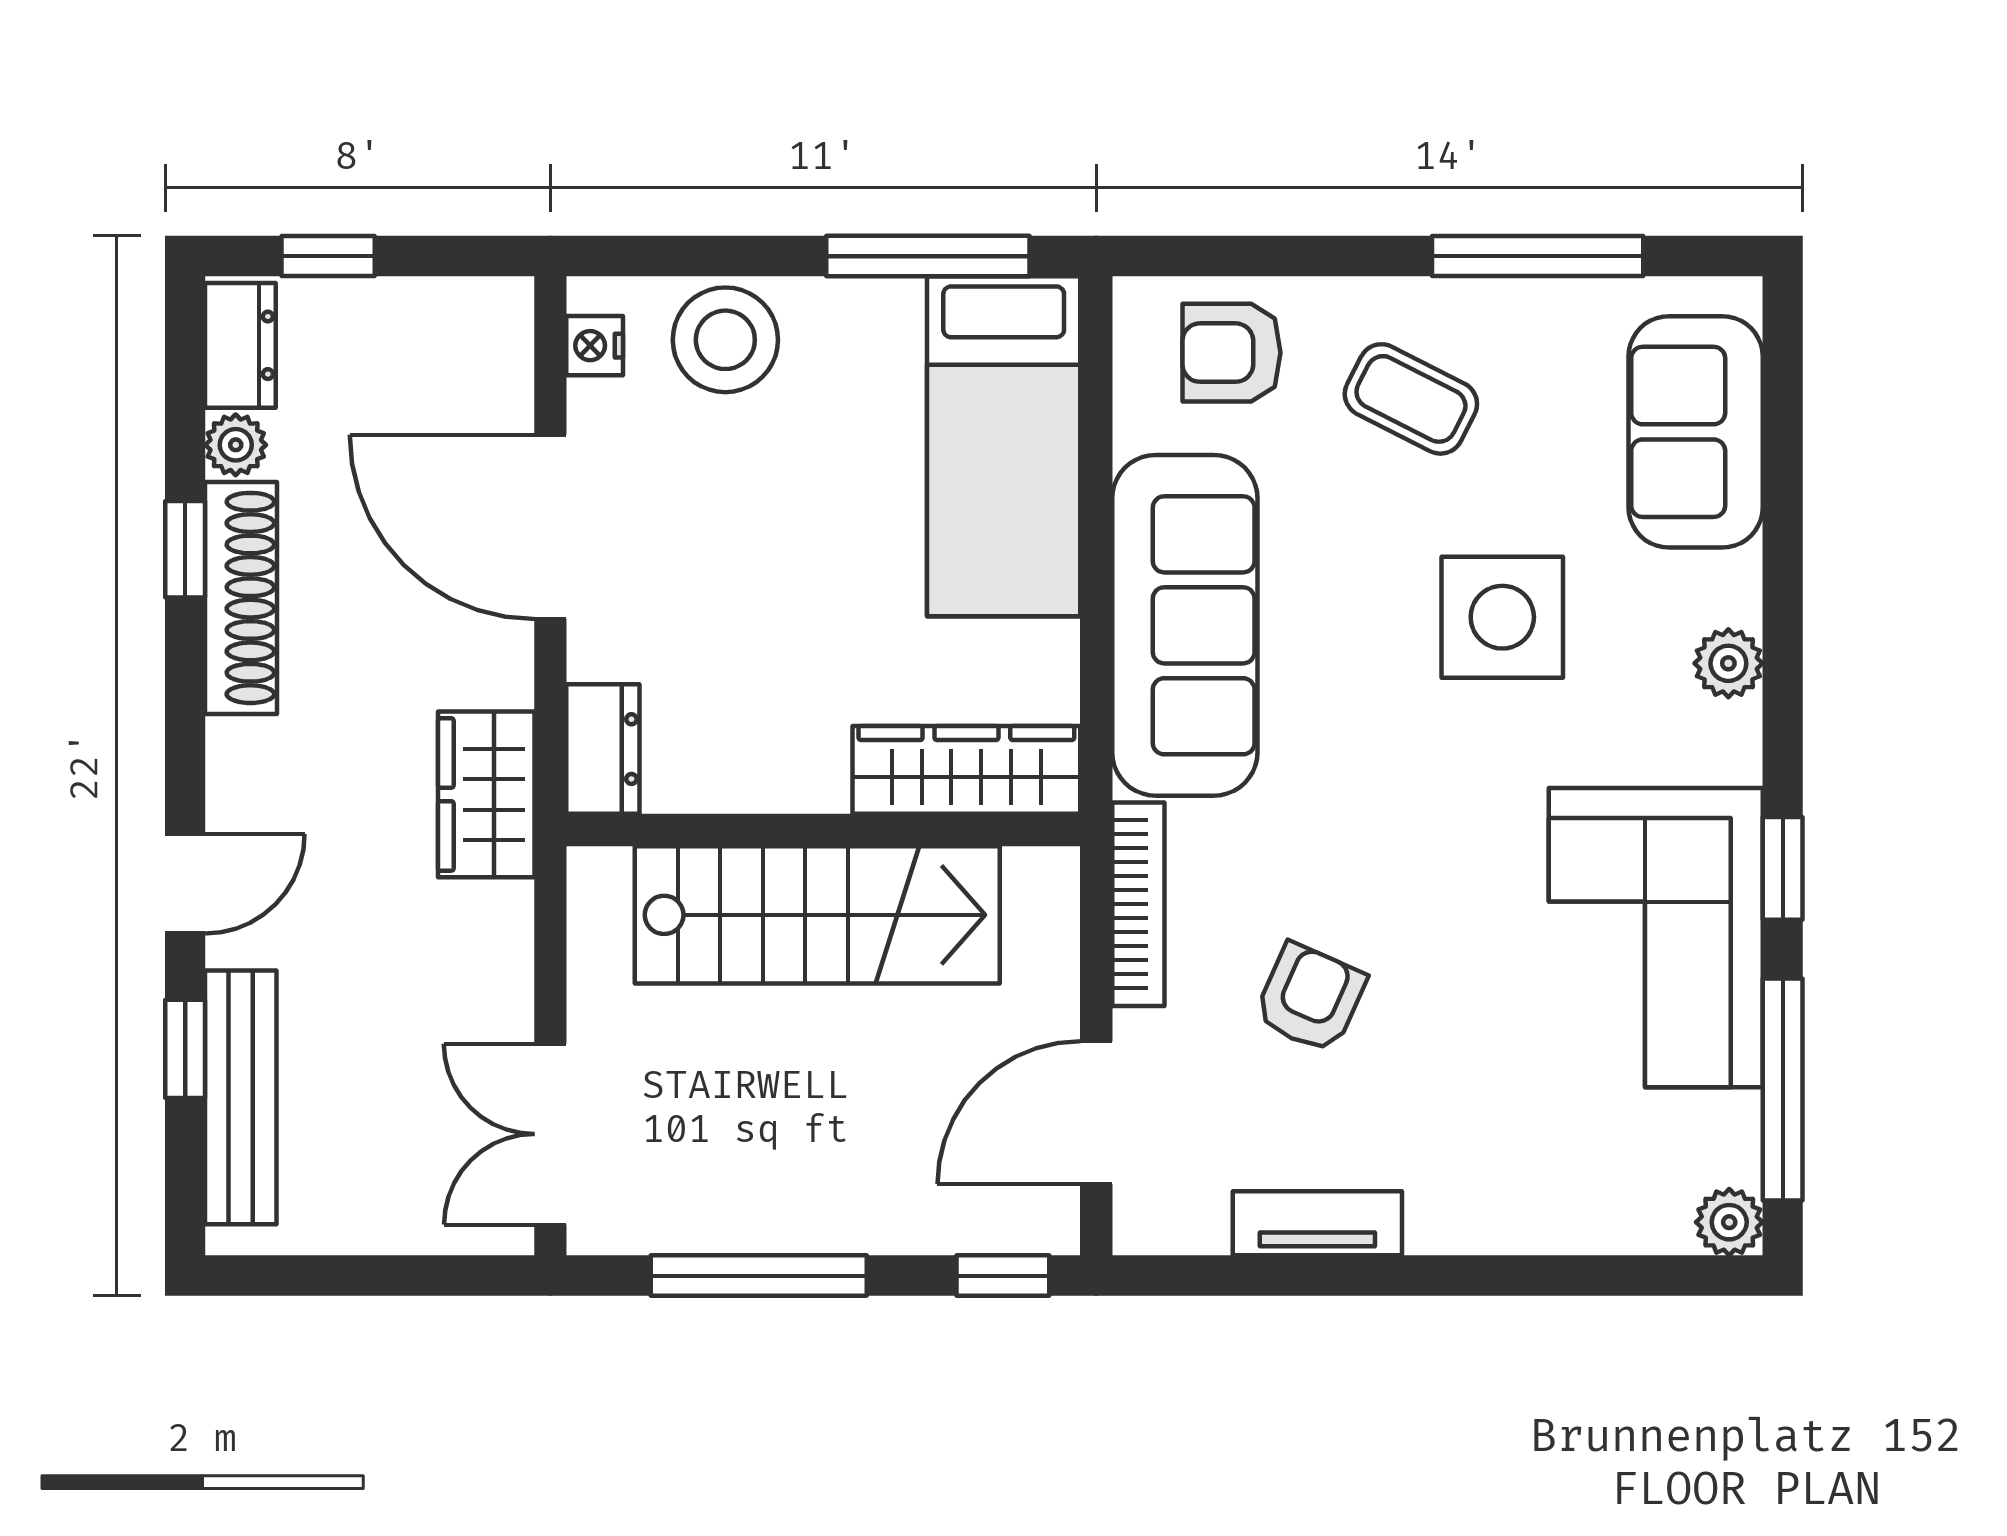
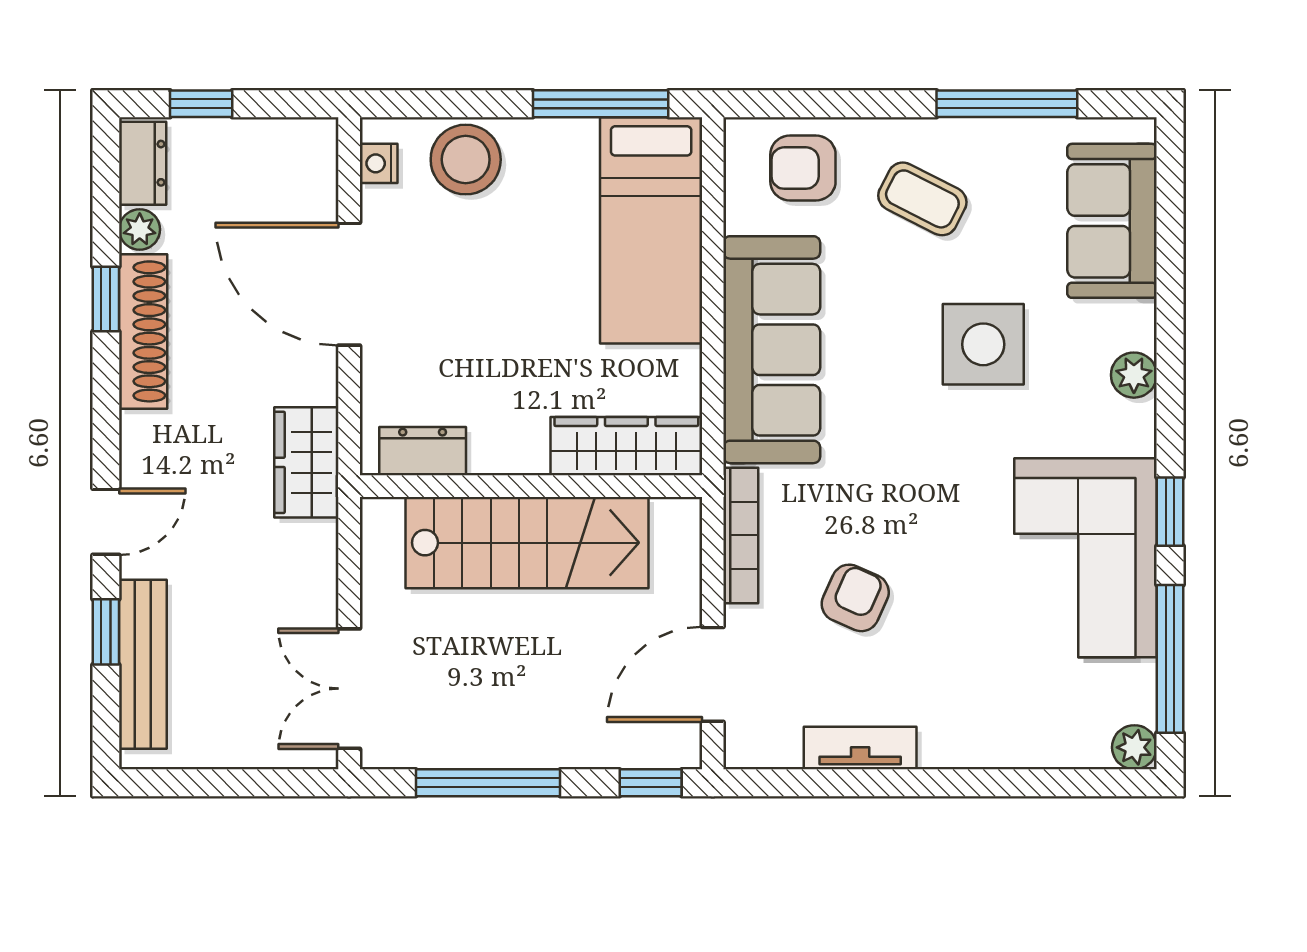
dresser: (603, 749) -> (423, 451), moved, turned -90

